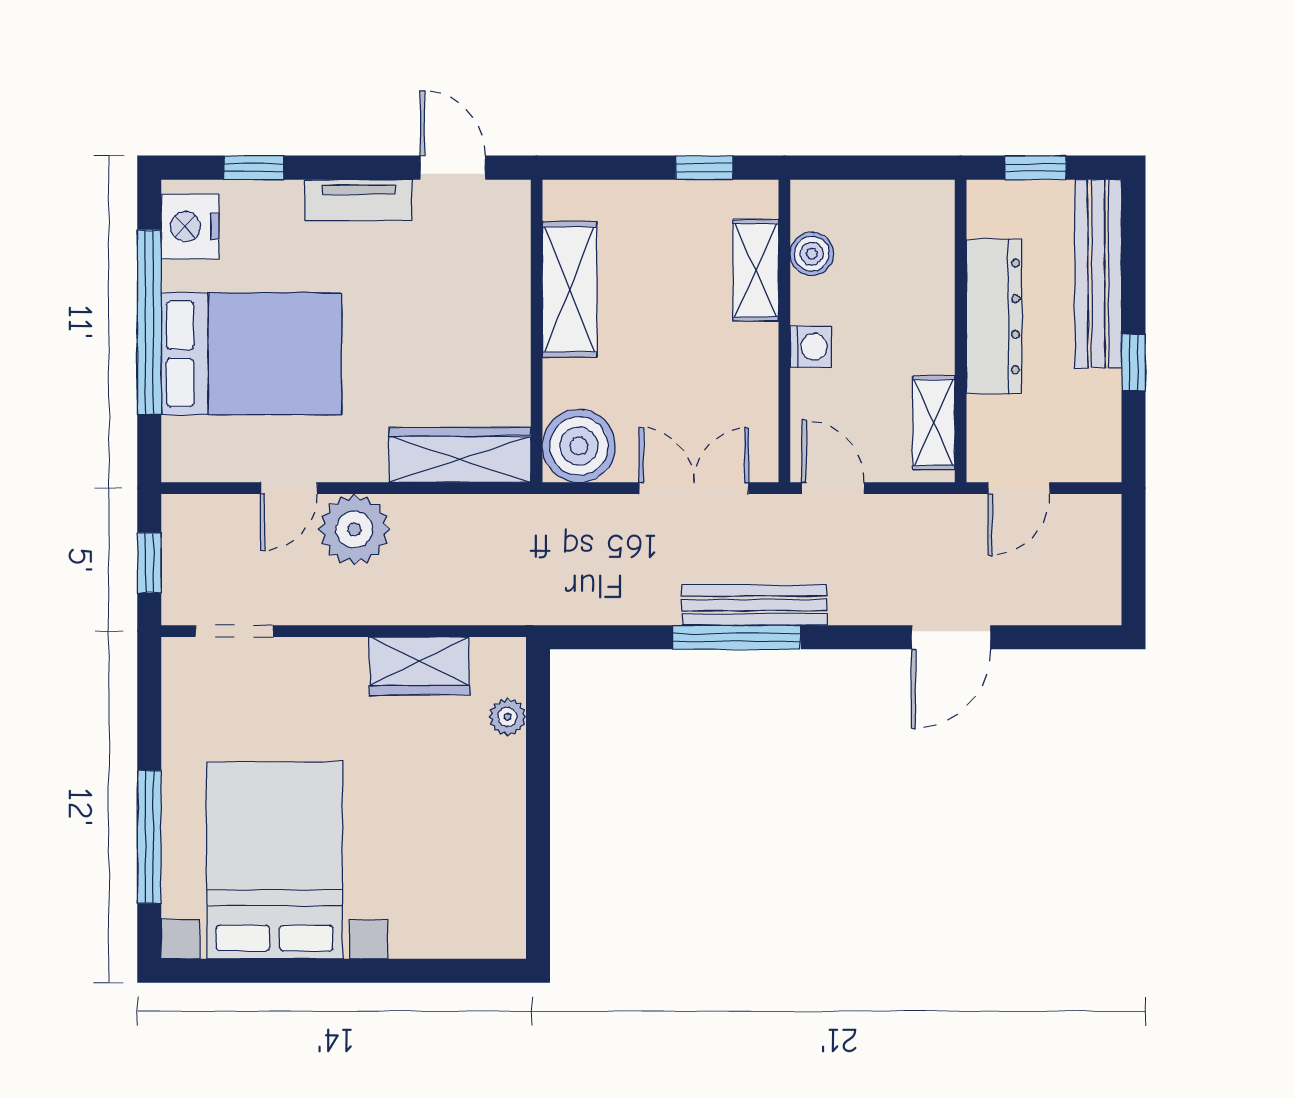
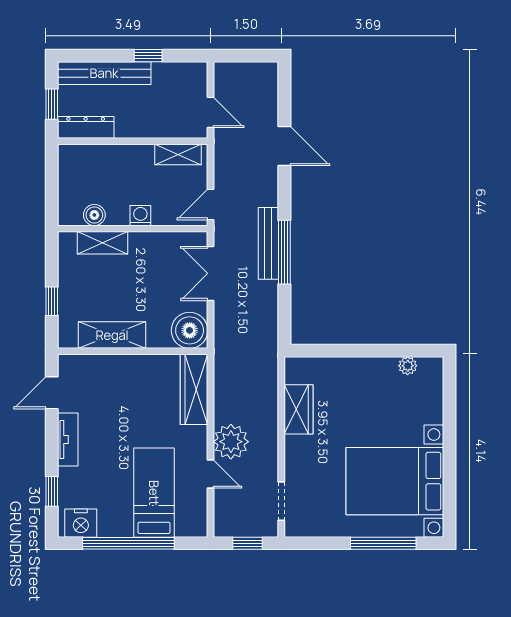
window: (704, 168) -> (52, 301), moved
dresser: (994, 316) -> (86, 127), moved, width x0.73, depth x0.80
bed: (251, 354) -> (154, 493), width x0.67
plant: (508, 717) -> (408, 366), moved

